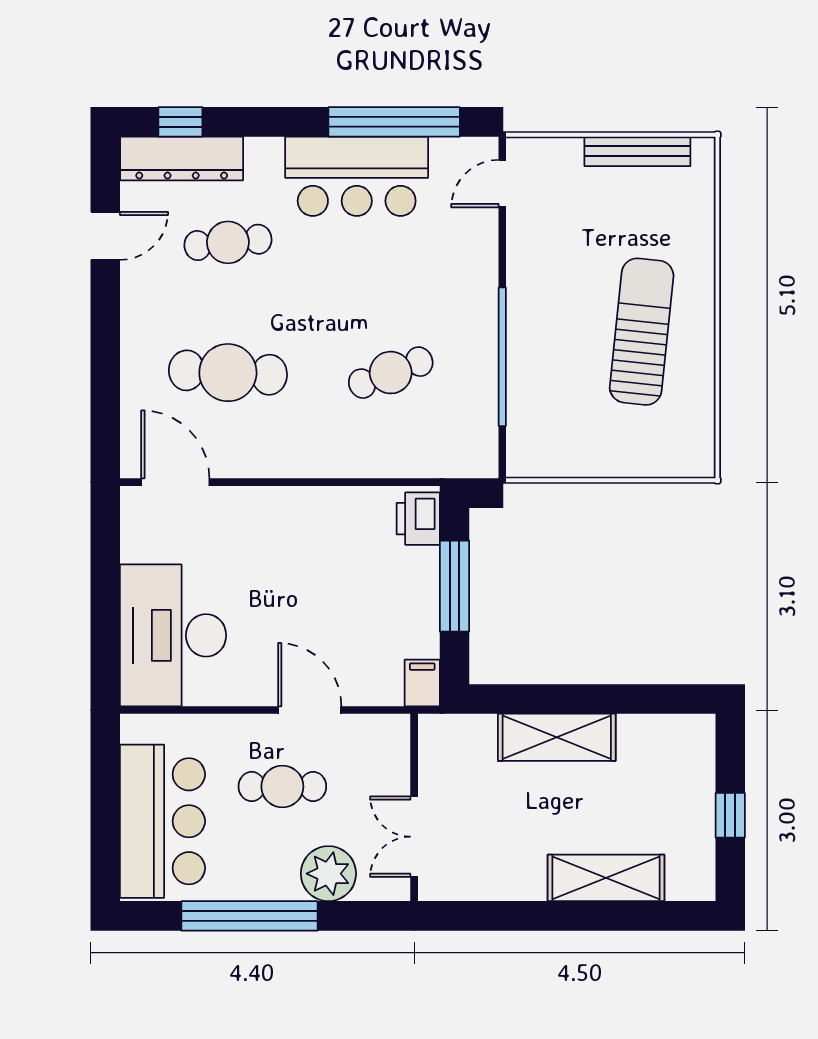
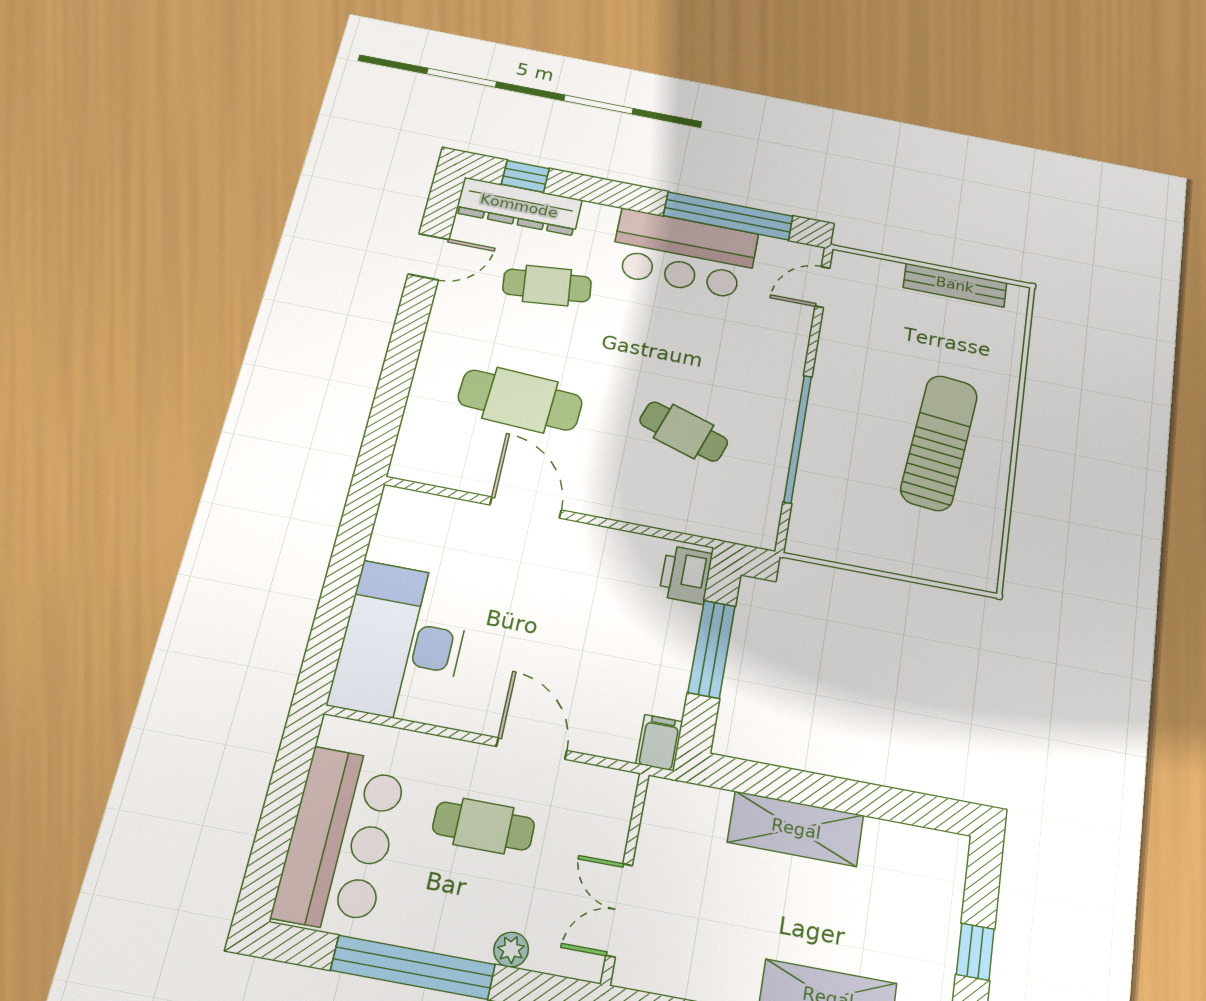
cafe table: (391, 373) -> (684, 431), turned 39
door: (175, 482) -> (526, 508), moved
plant: (328, 874) -> (511, 950), width x0.53, depth x0.53

